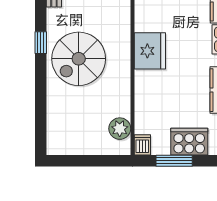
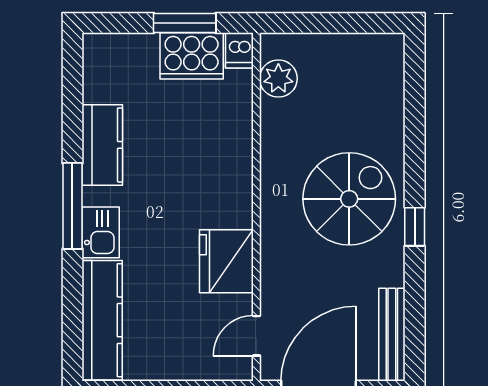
fridge: (150, 51) -> (226, 261), moved
cooker: (189, 142) -> (192, 56), moved

